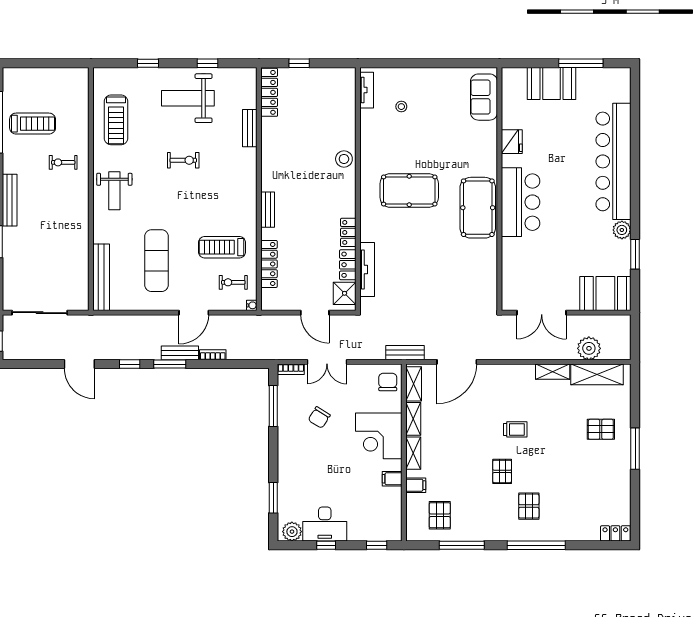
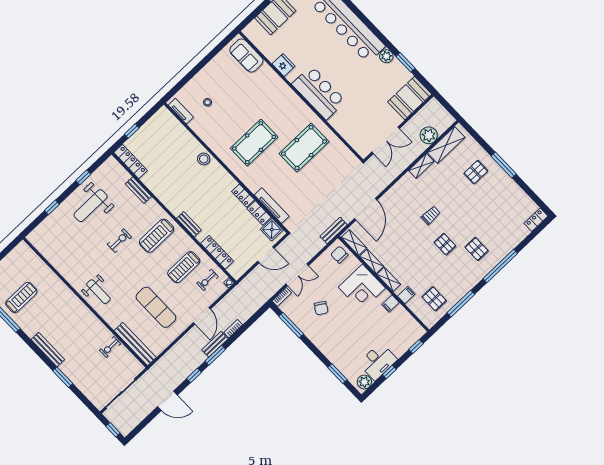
treadmill: (116, 120) -> (157, 236), moved, turned 90
exercise bike: (63, 162) -> (110, 347), moved
pool table: (478, 208) -> (304, 148), moved, turned 90

